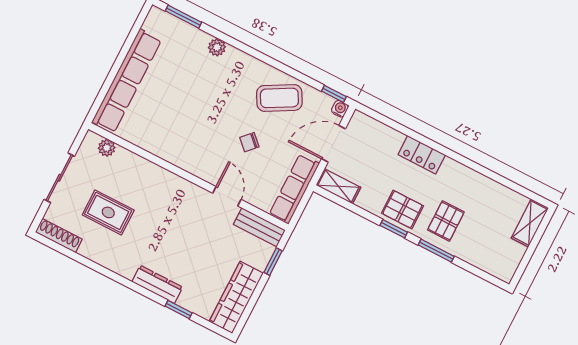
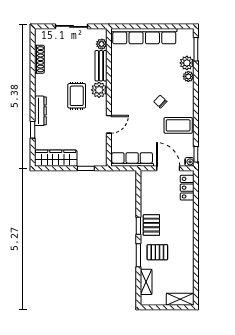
plant: (196, 40) -> (187, 63), added
coffee table: (279, 98) -> (178, 125), turned -61
chair: (249, 142) -> (160, 102), moved
locker: (422, 155) -> (187, 188), moved
plant: (170, 185) -> (99, 90), added
shelving: (338, 186) -> (146, 282), moved
rug: (108, 212) -> (77, 96), moved
bench: (259, 227) -> (101, 66), moved
shoe rack: (59, 236) -> (39, 59), moved

